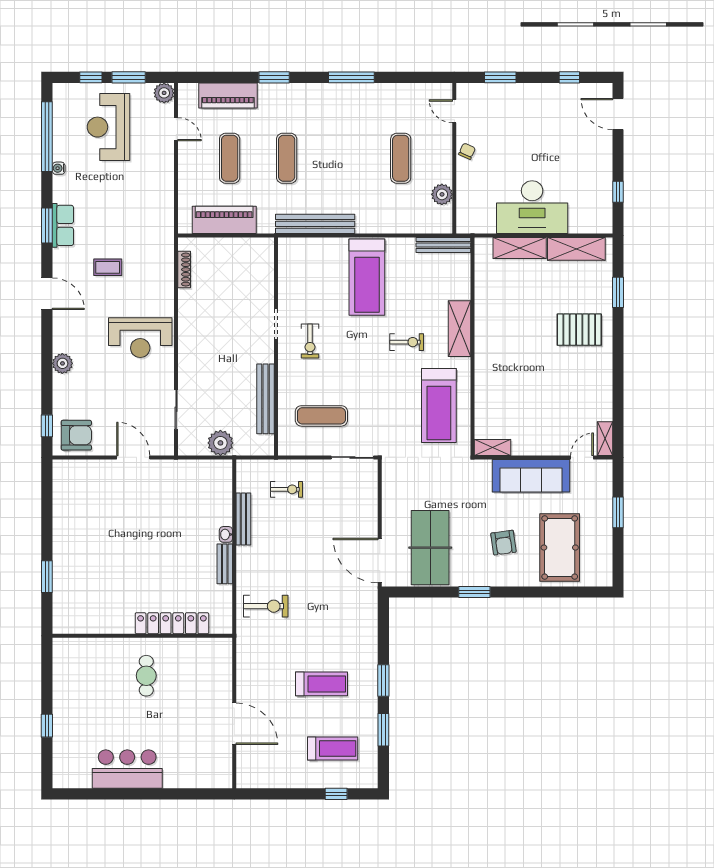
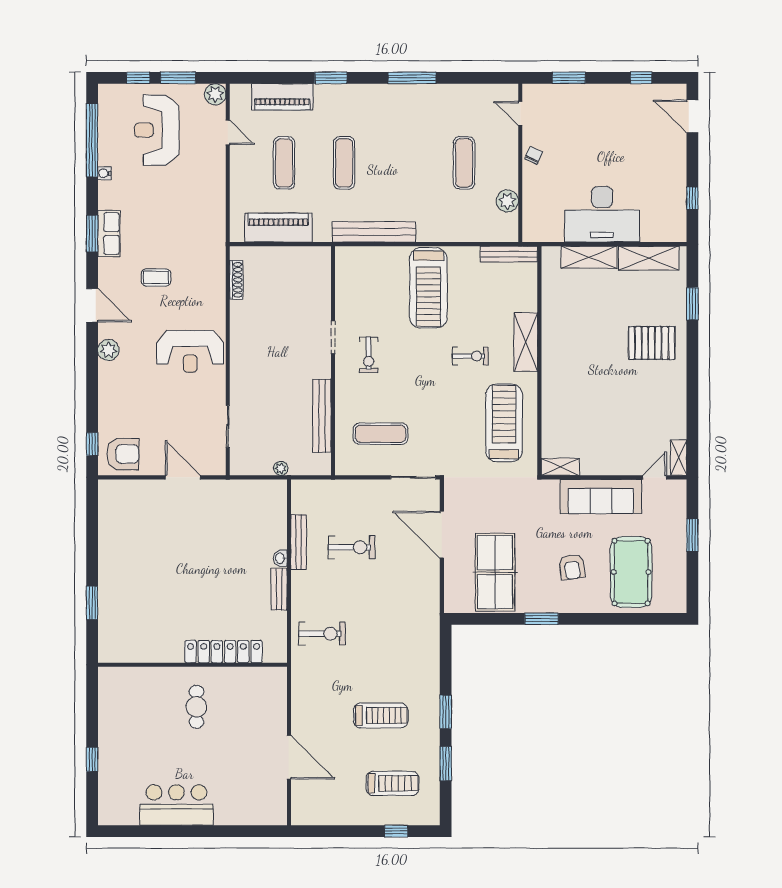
plant: (62, 363) -> (108, 350), moved
treadmill: (439, 406) -> (504, 423), turned 180
plant: (220, 443) -> (281, 468), width x0.53, depth x0.53
exercise bike: (286, 489) -> (352, 547), moved, width x1.38, depth x1.39
door: (380, 560) -> (442, 535), moved

